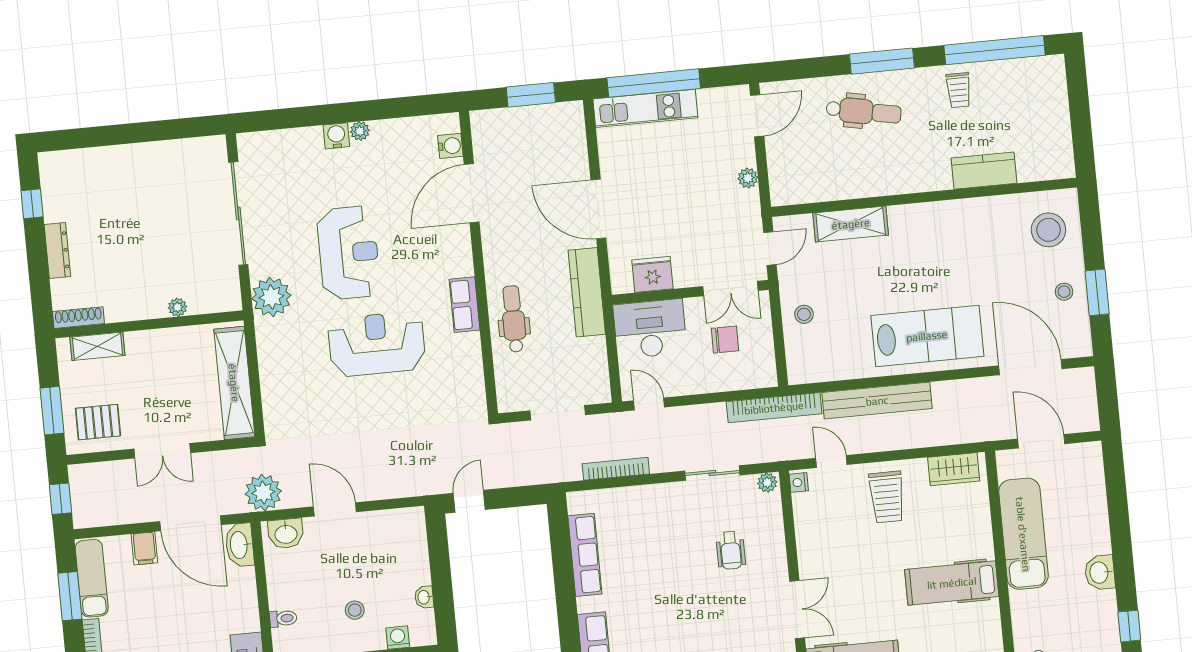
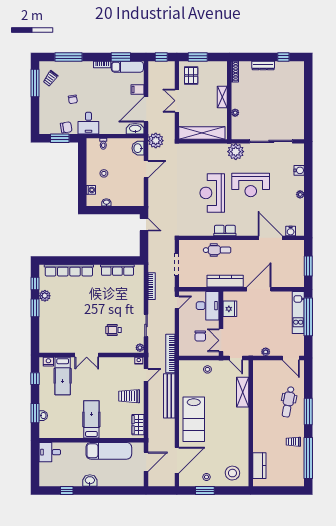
water cooler: (336, 136) -> (299, 170), moved
kitchen counter: (984, 171) -> (259, 466), moved
reception desk: (377, 344) -> (212, 193), turned 180
shelving: (97, 346) -> (222, 97), moved

